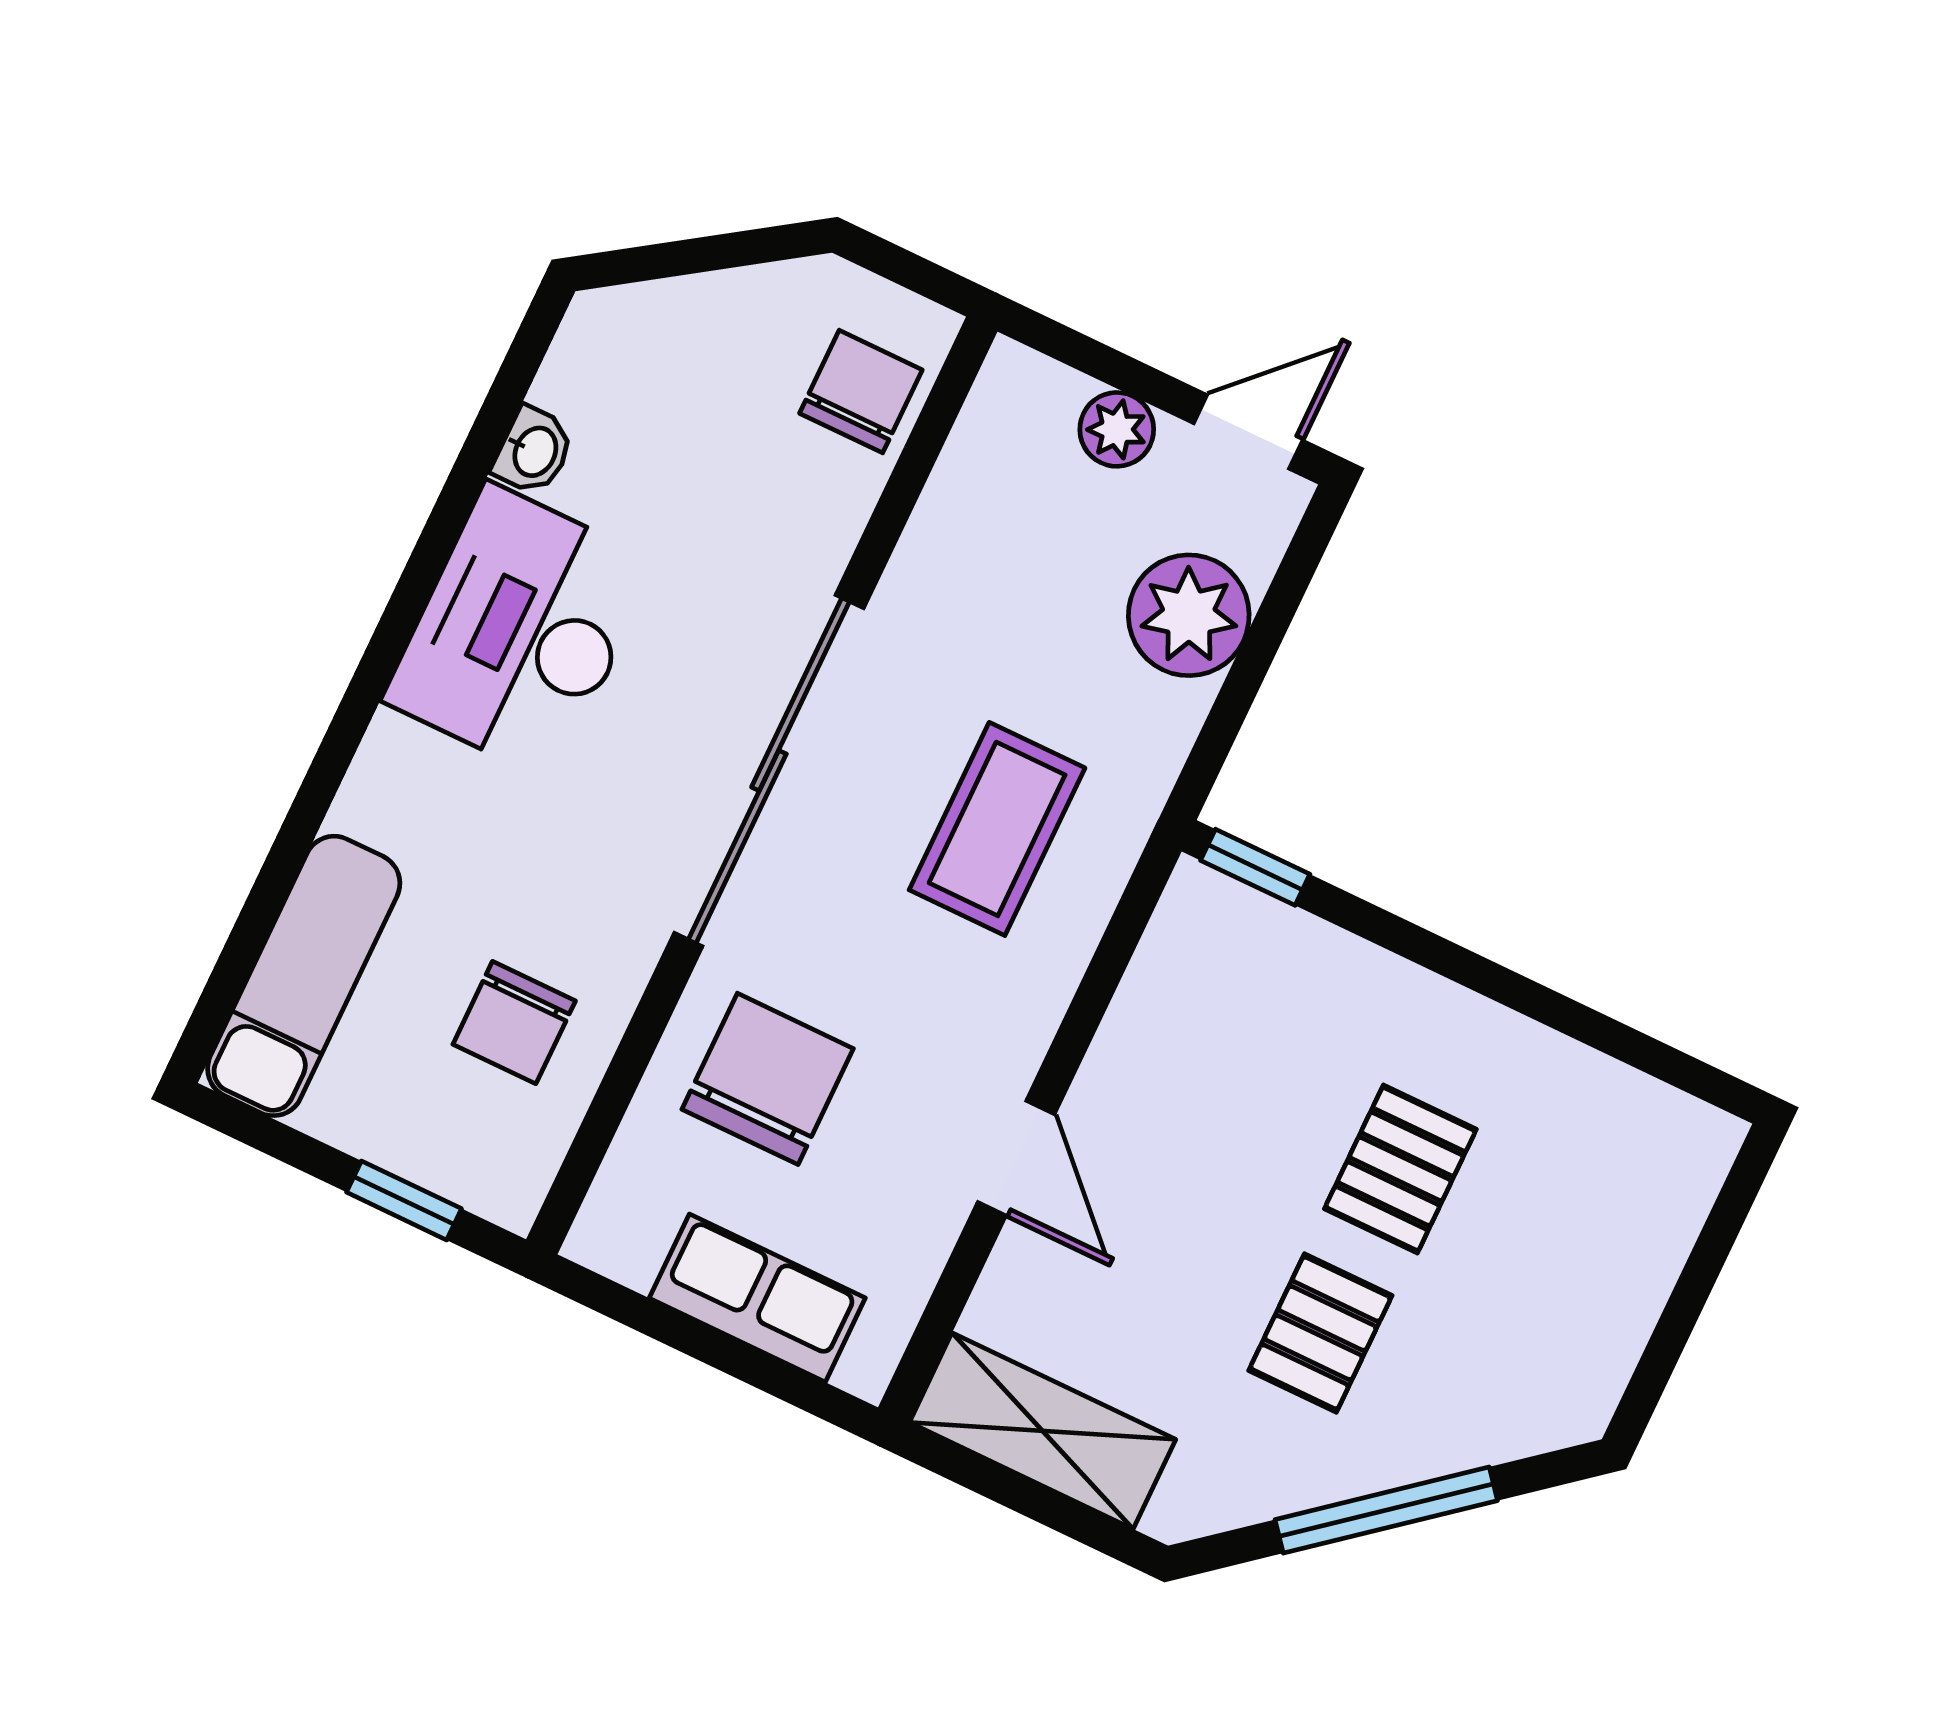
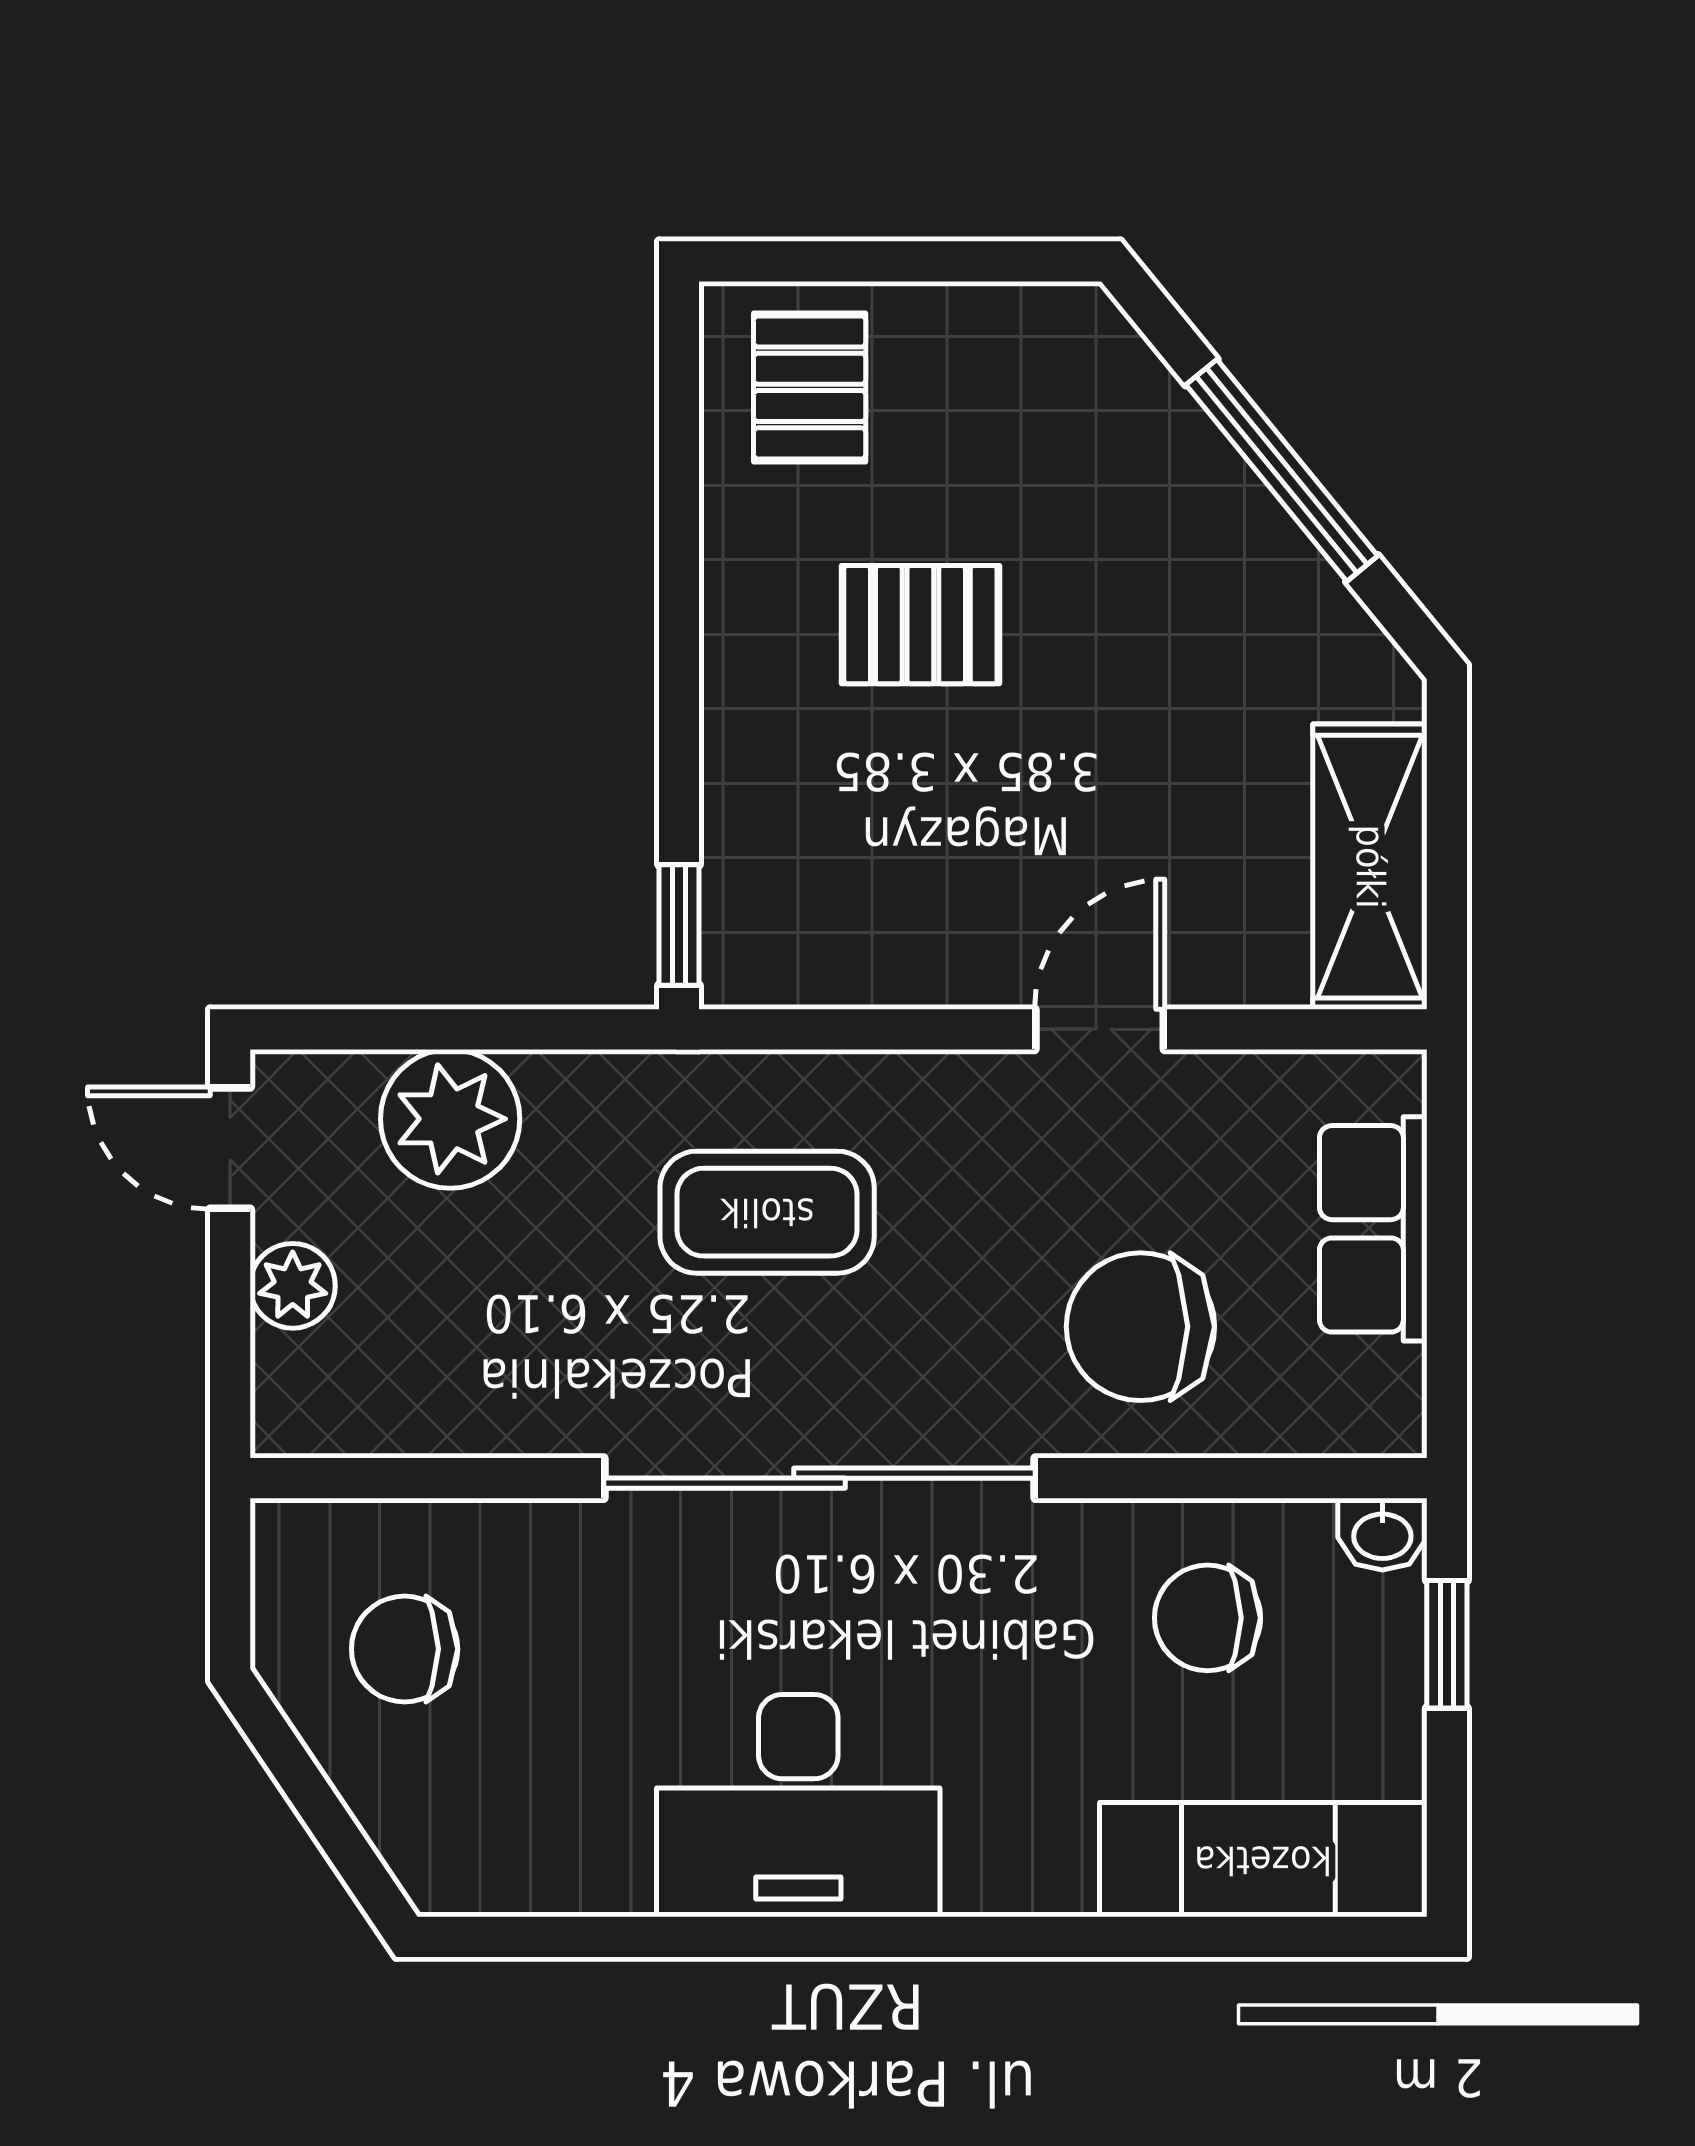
chair: (861, 392) -> (405, 1649), moved
washbasin: (534, 451) -> (1382, 1534), moved, turned 180
chair: (514, 1023) -> (1207, 1618), turned 180
pallet: (1320, 1333) -> (810, 387), moved, turned 90

